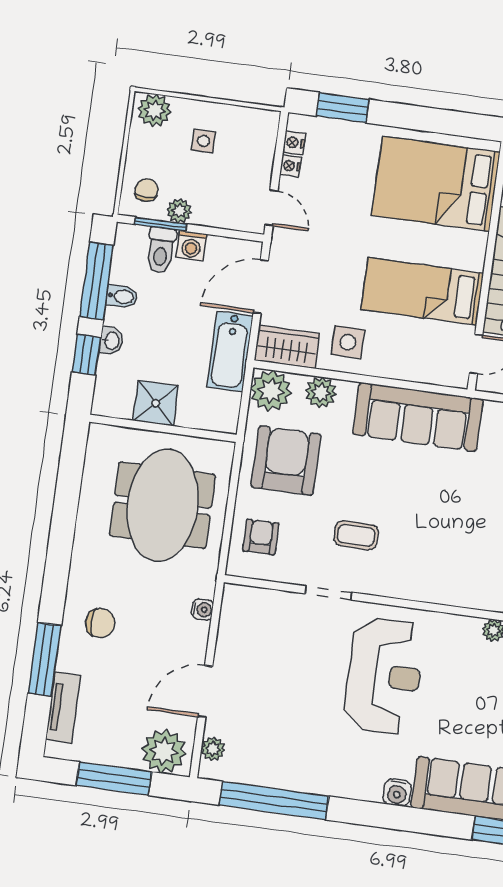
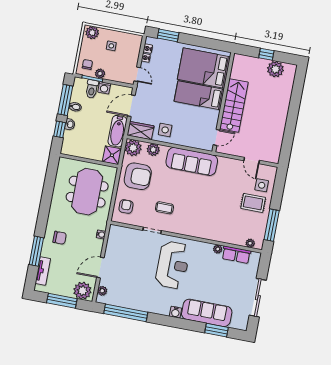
bed: (422, 291) -> (199, 95), moved
shower: (156, 403) -> (112, 155), moved
armchair: (286, 461) -> (138, 176), turned 90

